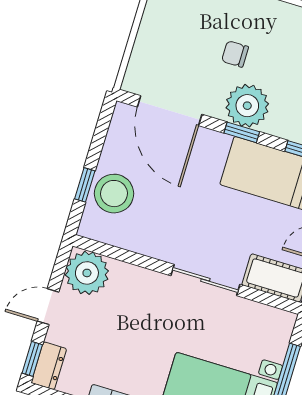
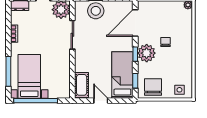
sliding door: (205, 280) -> (72, 35), moved

